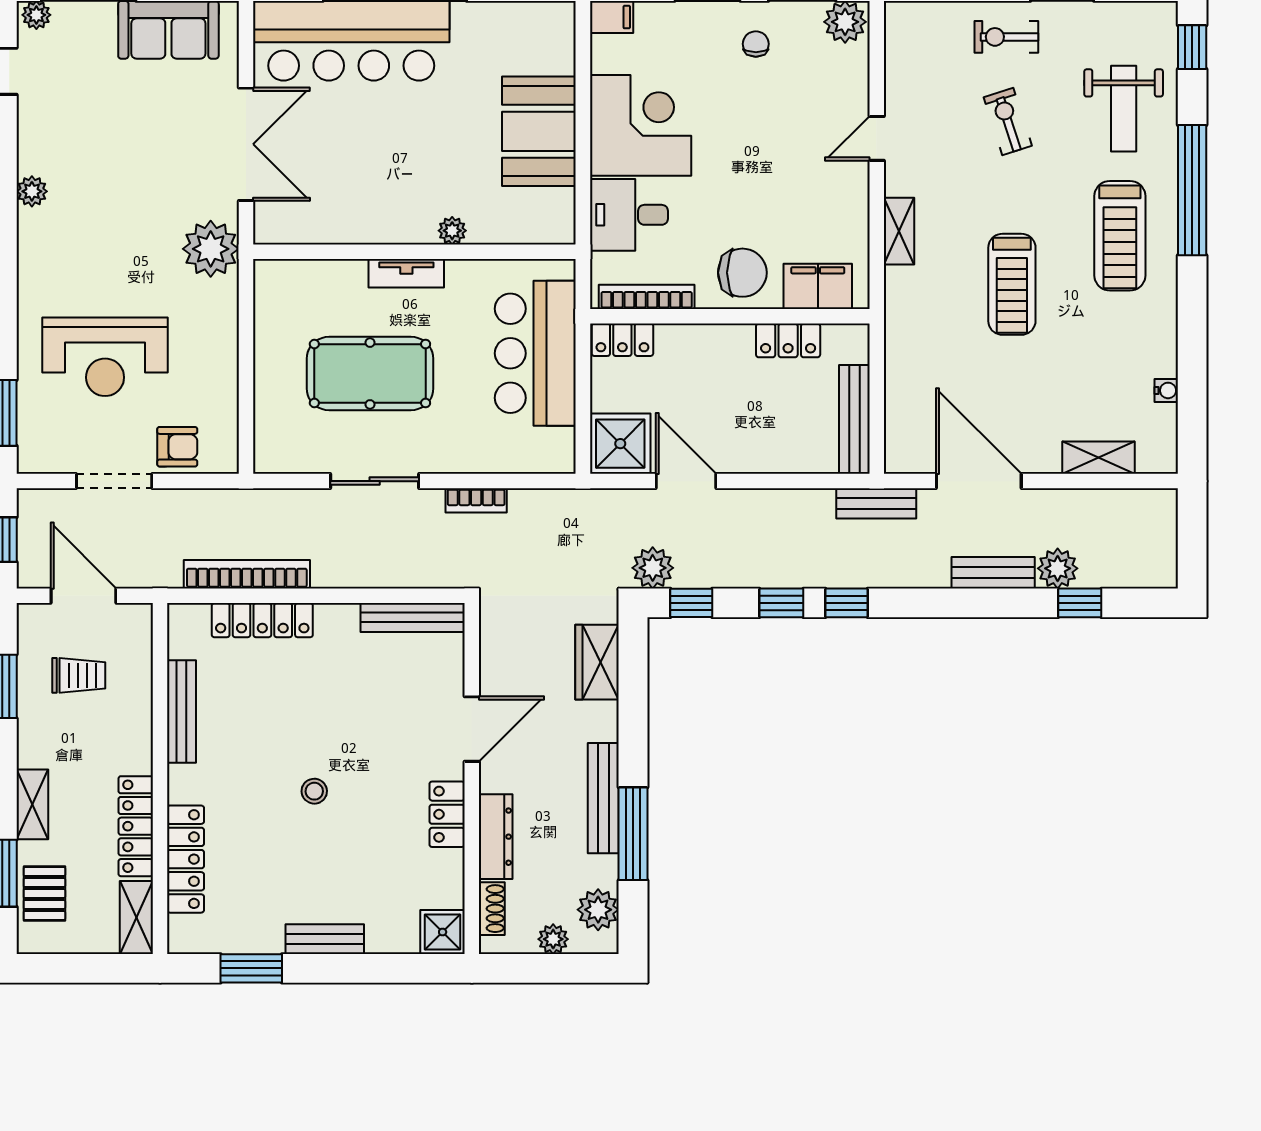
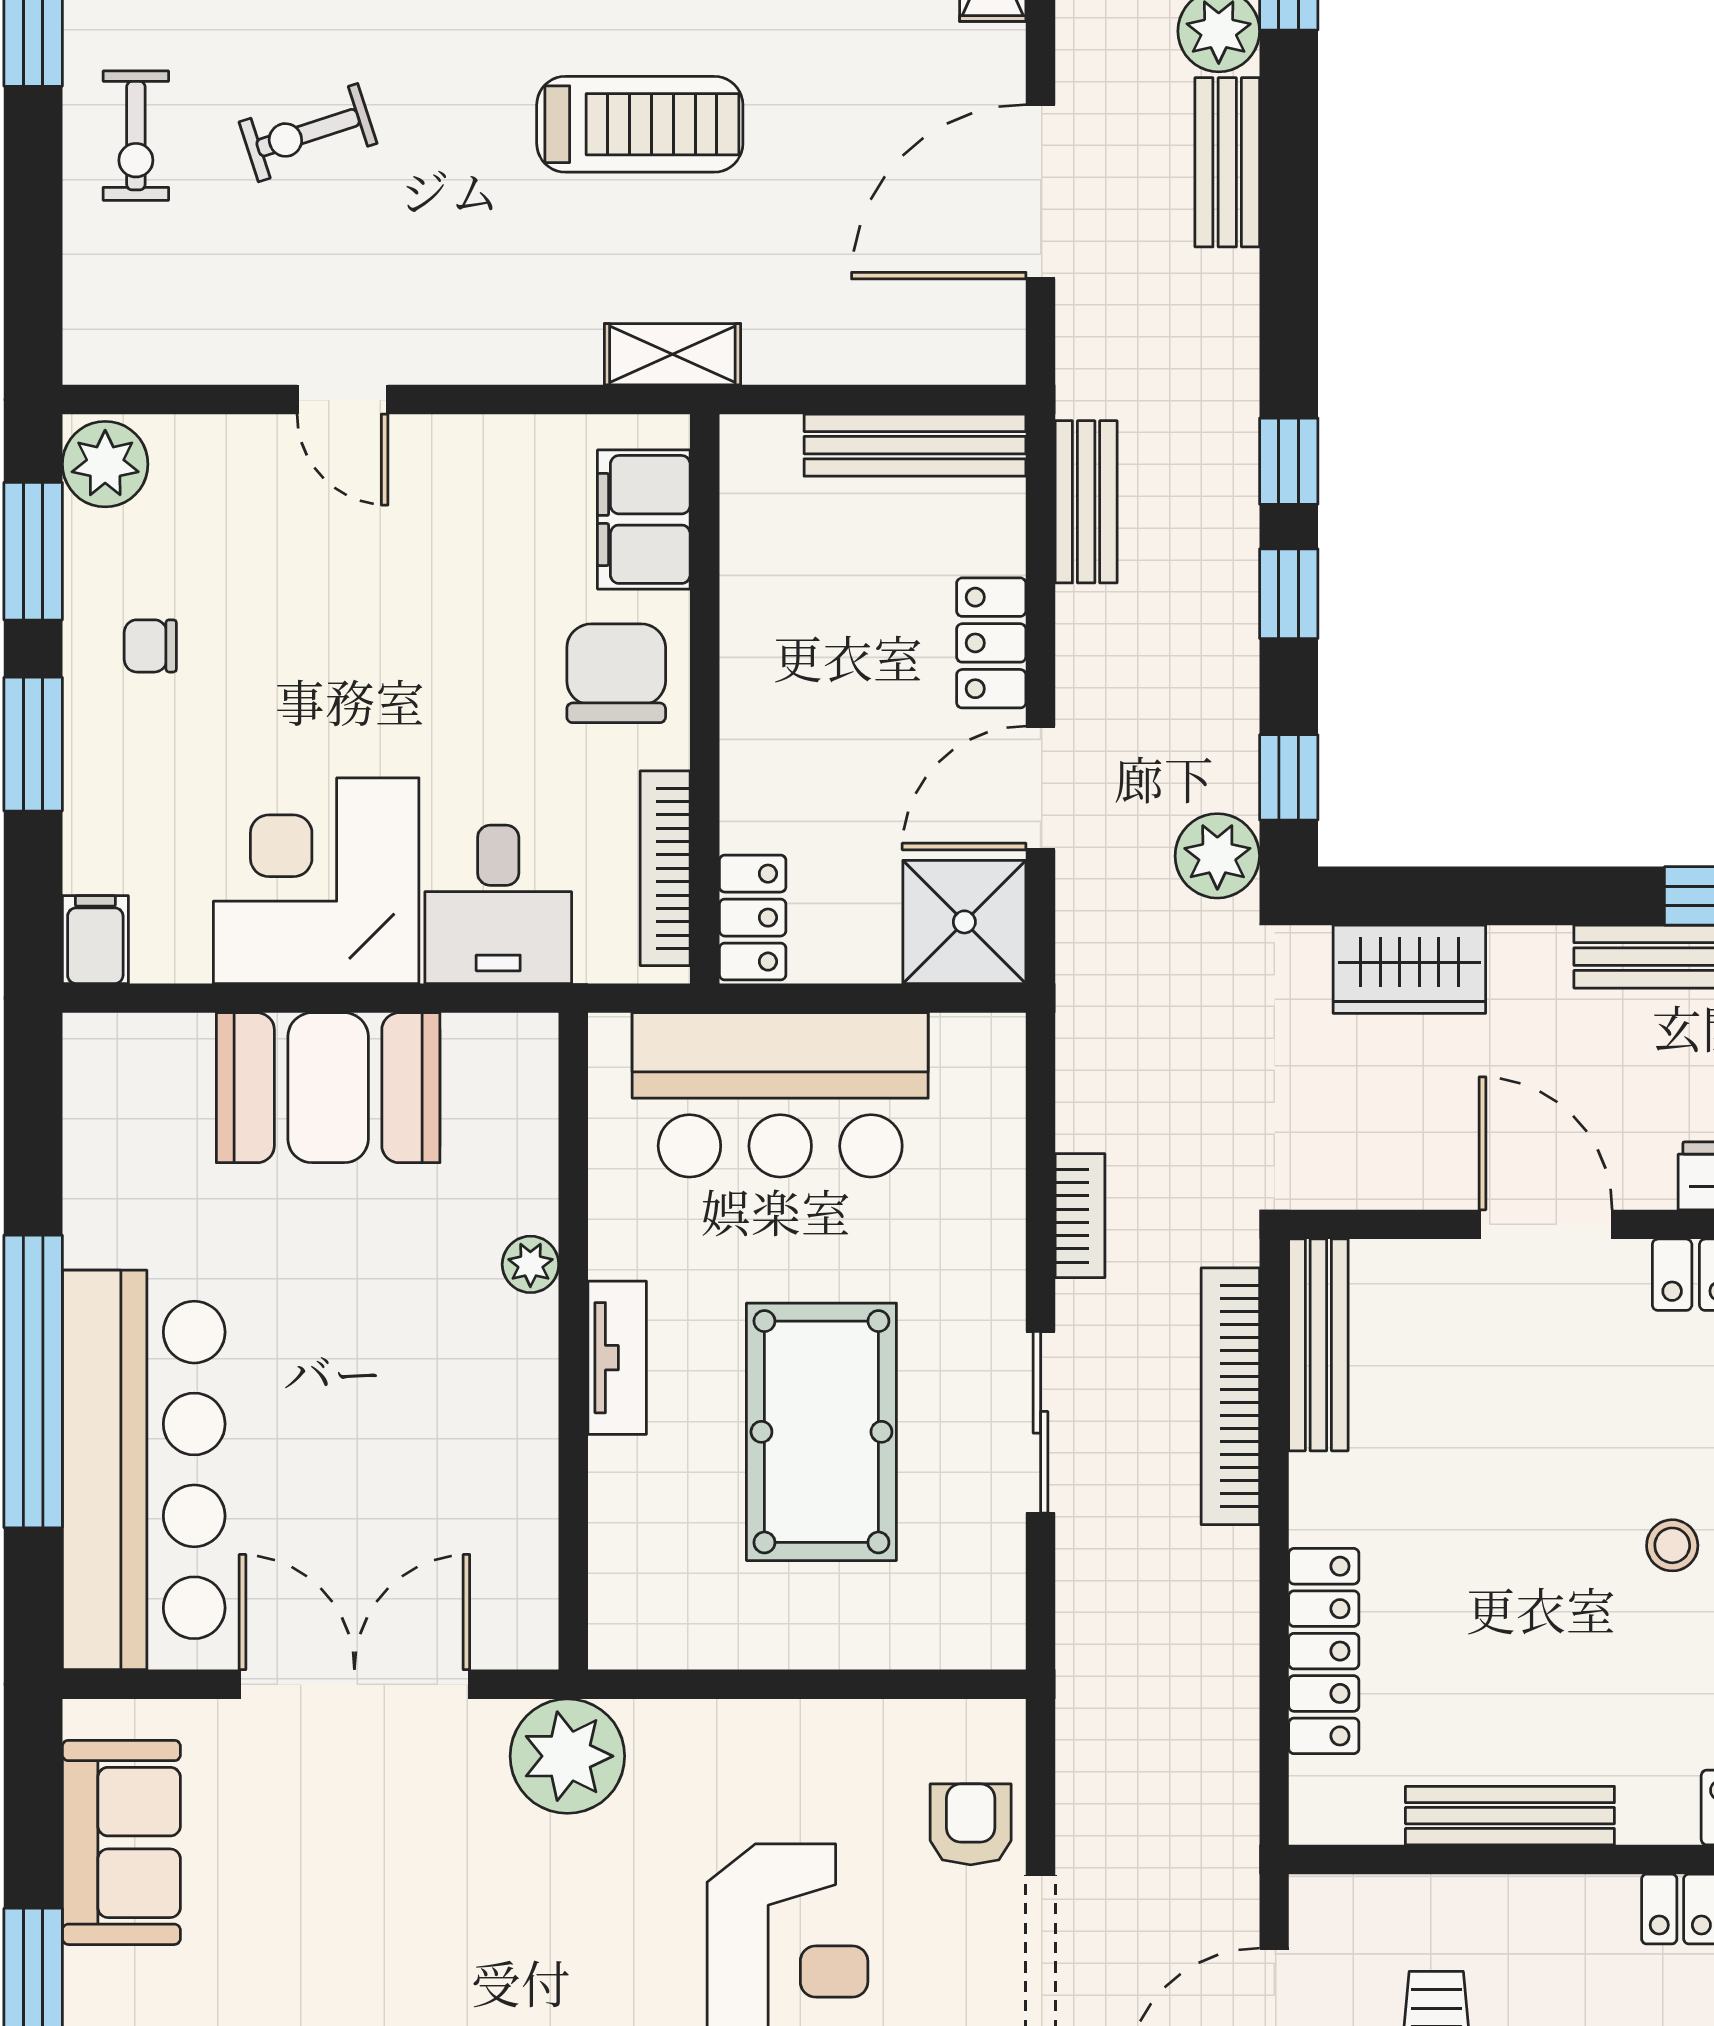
shelving: (899, 231) -> (672, 354), moved
locker: (788, 340) -> (991, 643), moved, turned 180
bench: (876, 503) -> (1086, 502), moved
bookcase: (247, 574) -> (1230, 1396), moved

